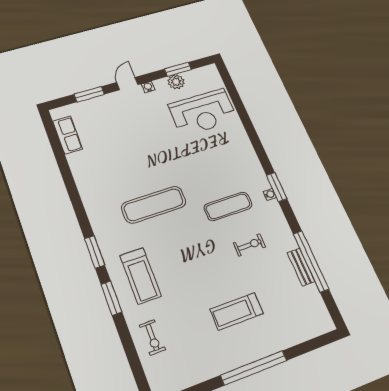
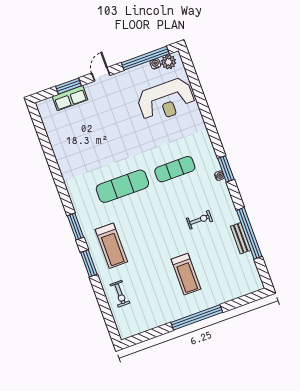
window: (178, 69) -> (145, 58), width x2.11
plant: (176, 82) -> (169, 62), moved
water cooler: (148, 87) -> (155, 64), moved
row of seats: (68, 135) -> (70, 98), moved, turned 90
exercise mat: (228, 206) -> (175, 169), moved
treadmill: (237, 311) -> (186, 274), turned -90

